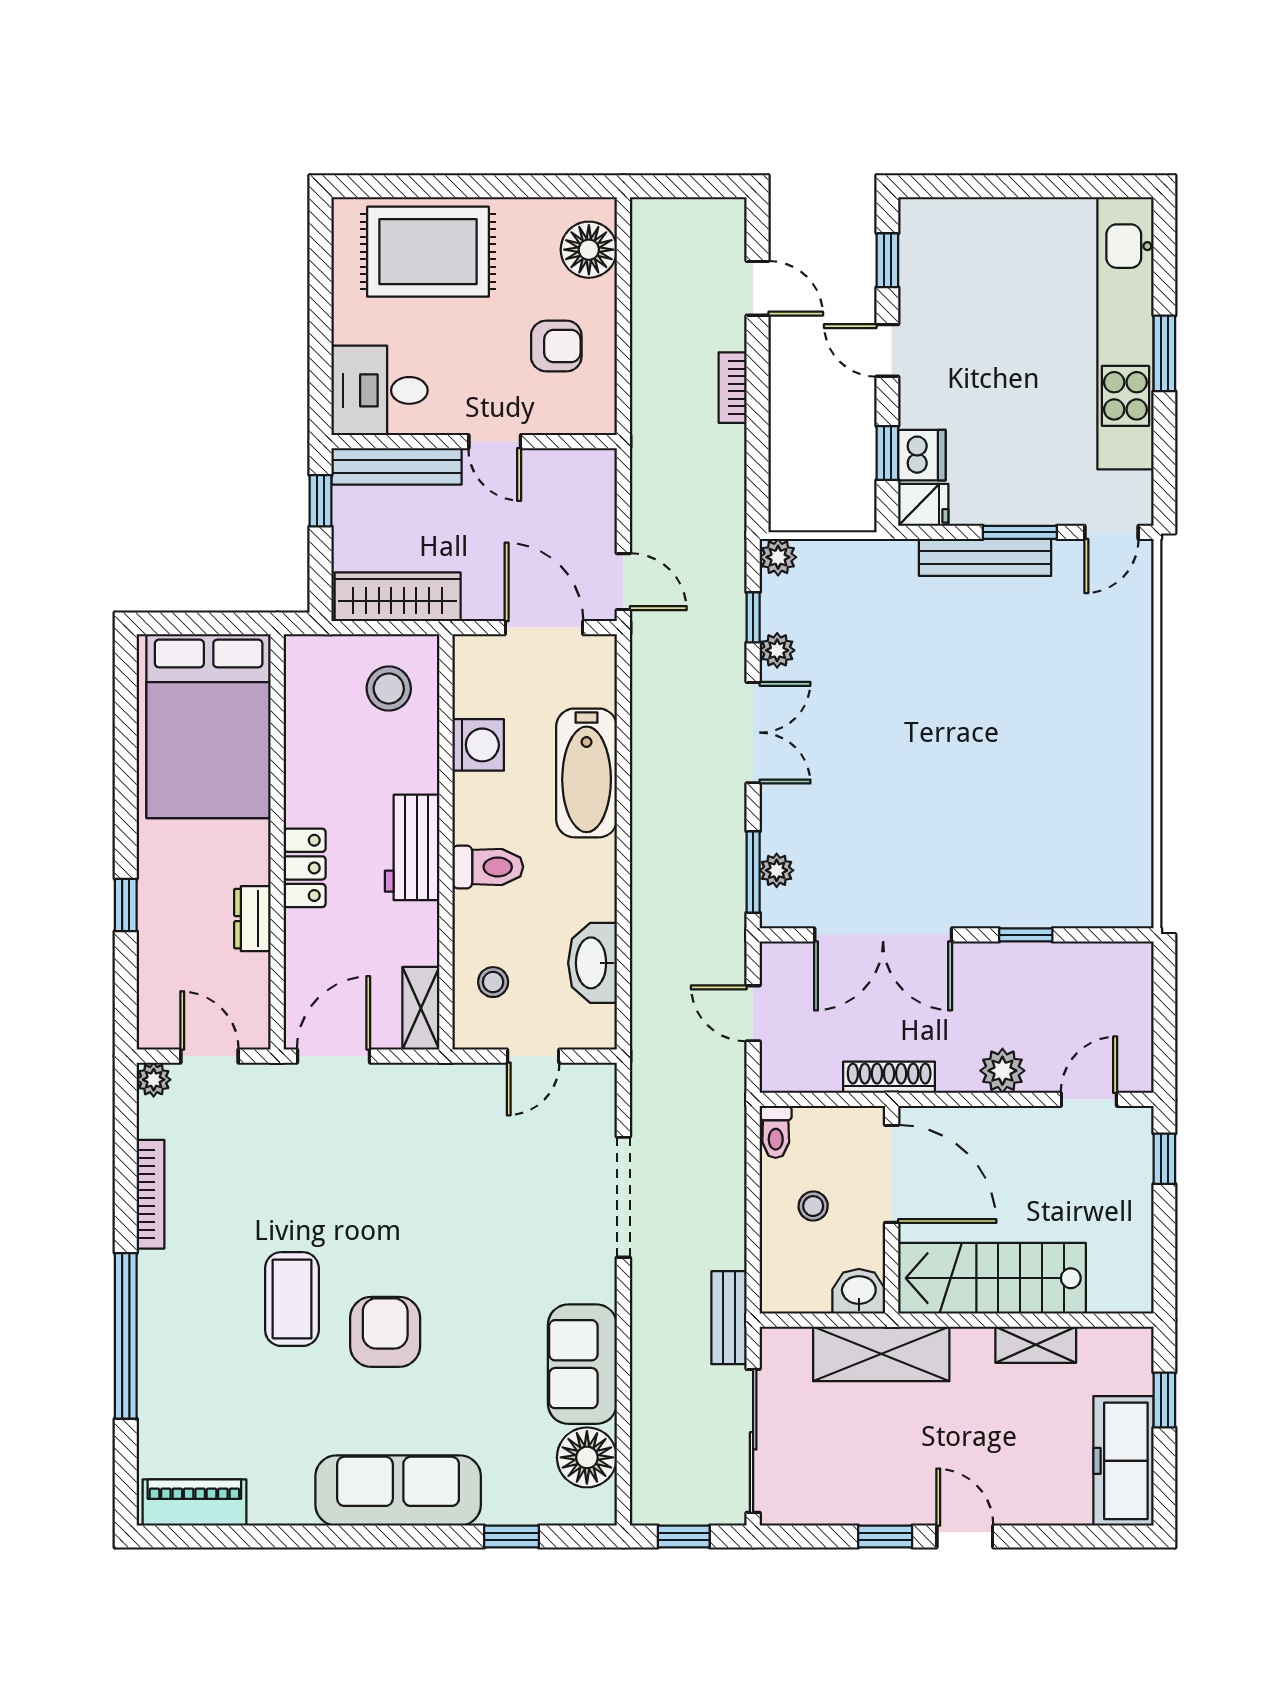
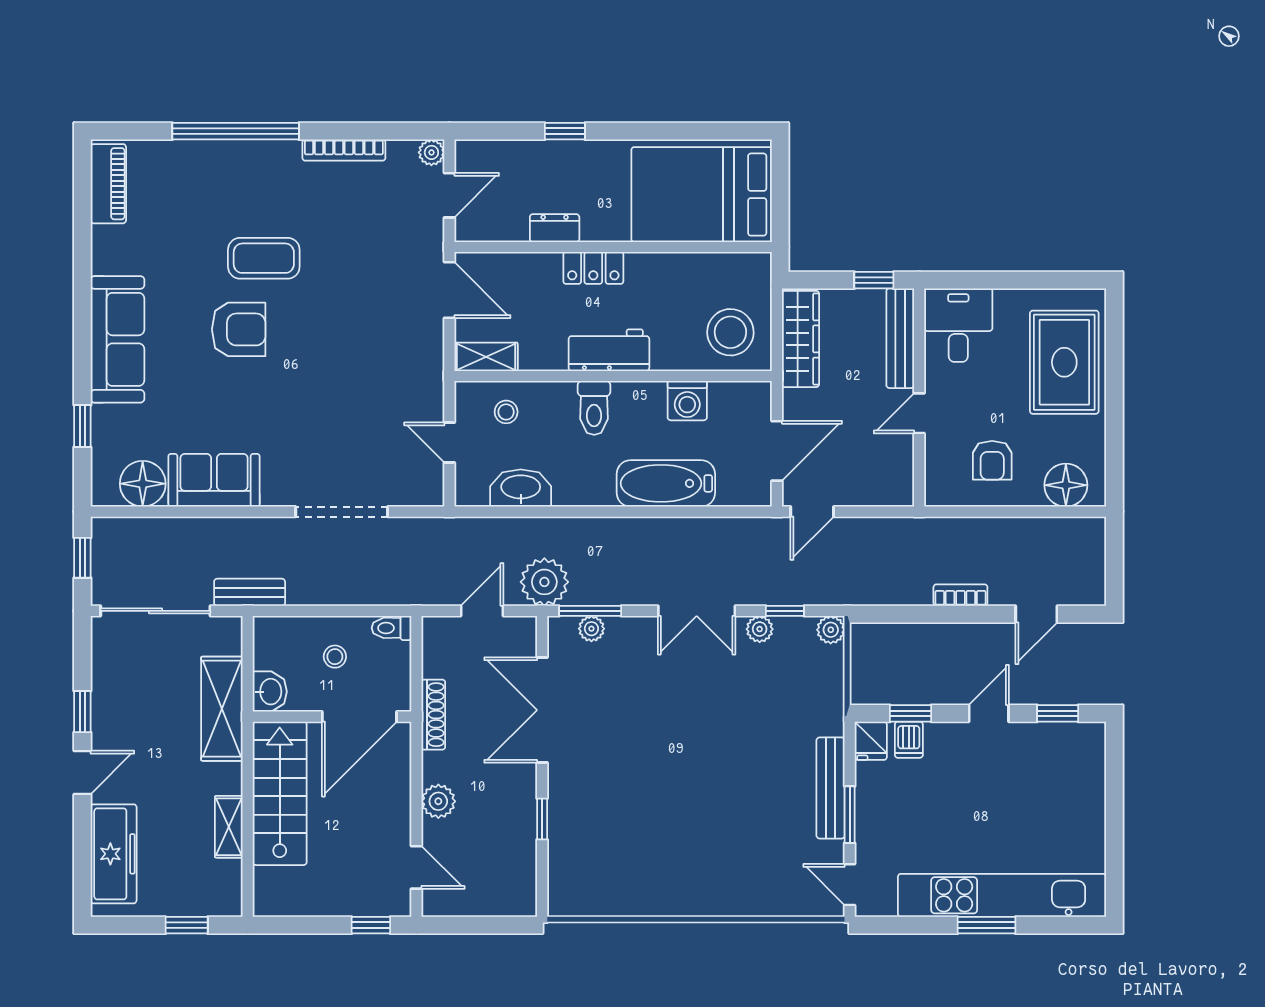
dishwasher: (922, 455) -> (909, 740), width x0.73
stool: (389, 688) -> (730, 332), width x1.38, depth x1.38
plant: (715, 932) -> (544, 582), added
freezer: (1123, 1461) -> (114, 854), moved, turned 90

